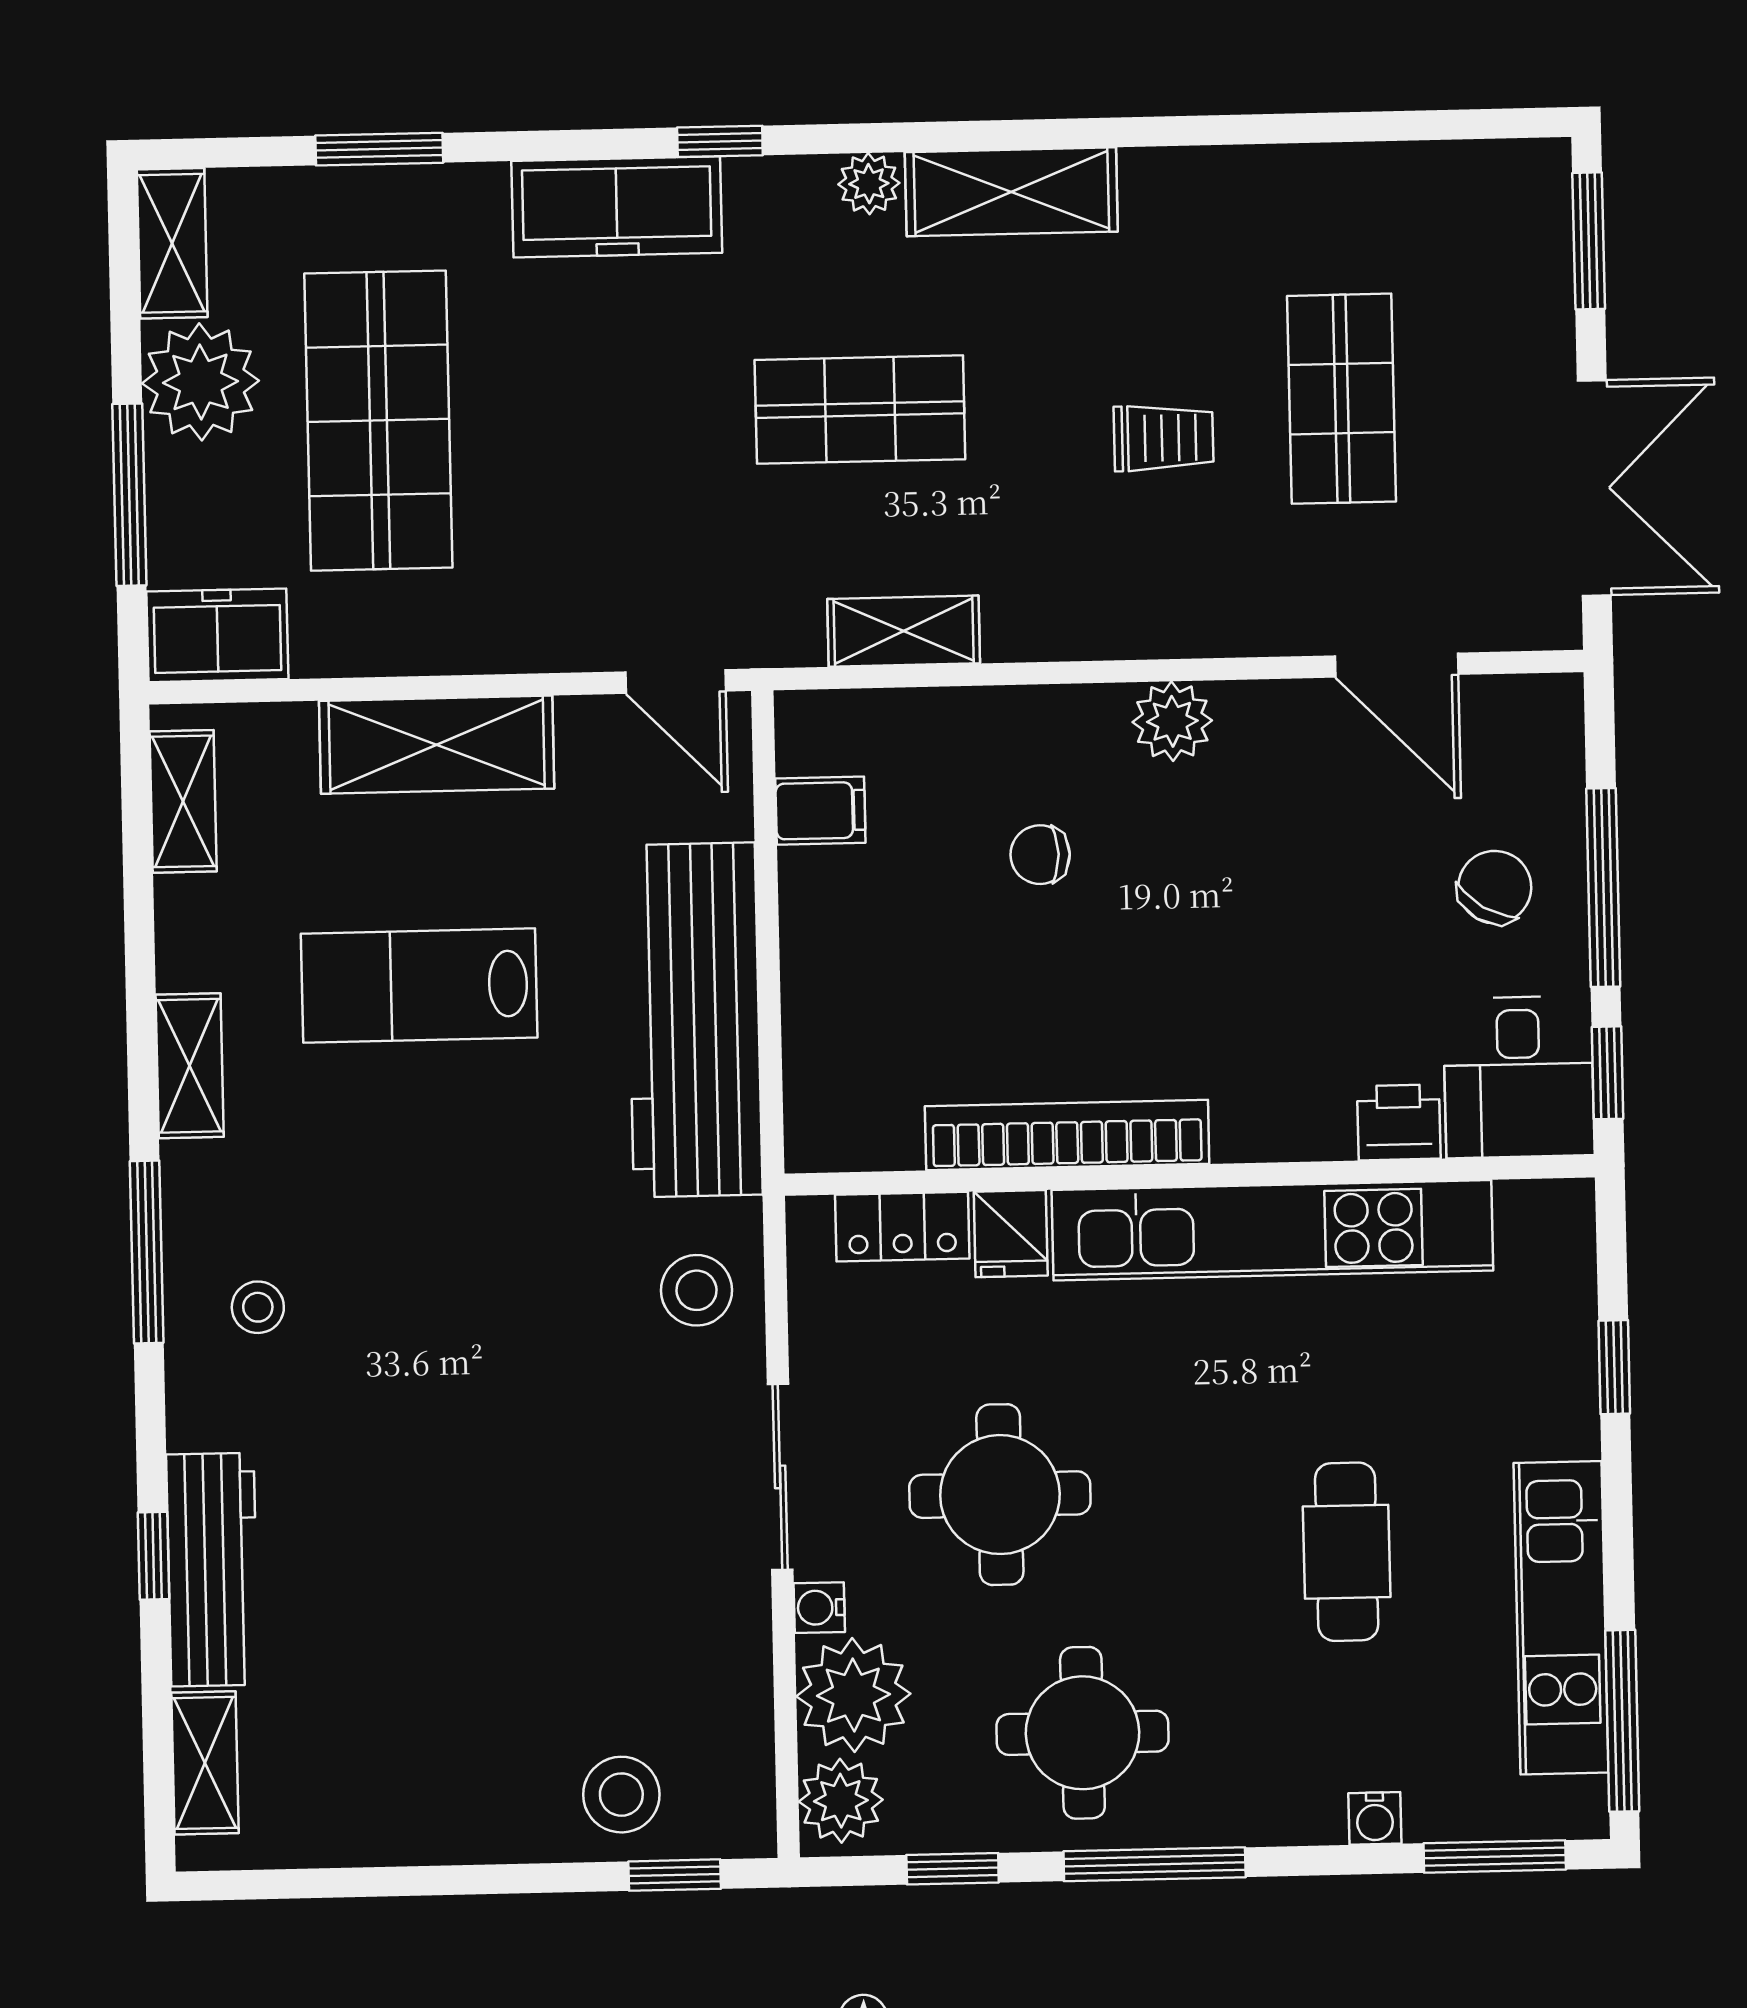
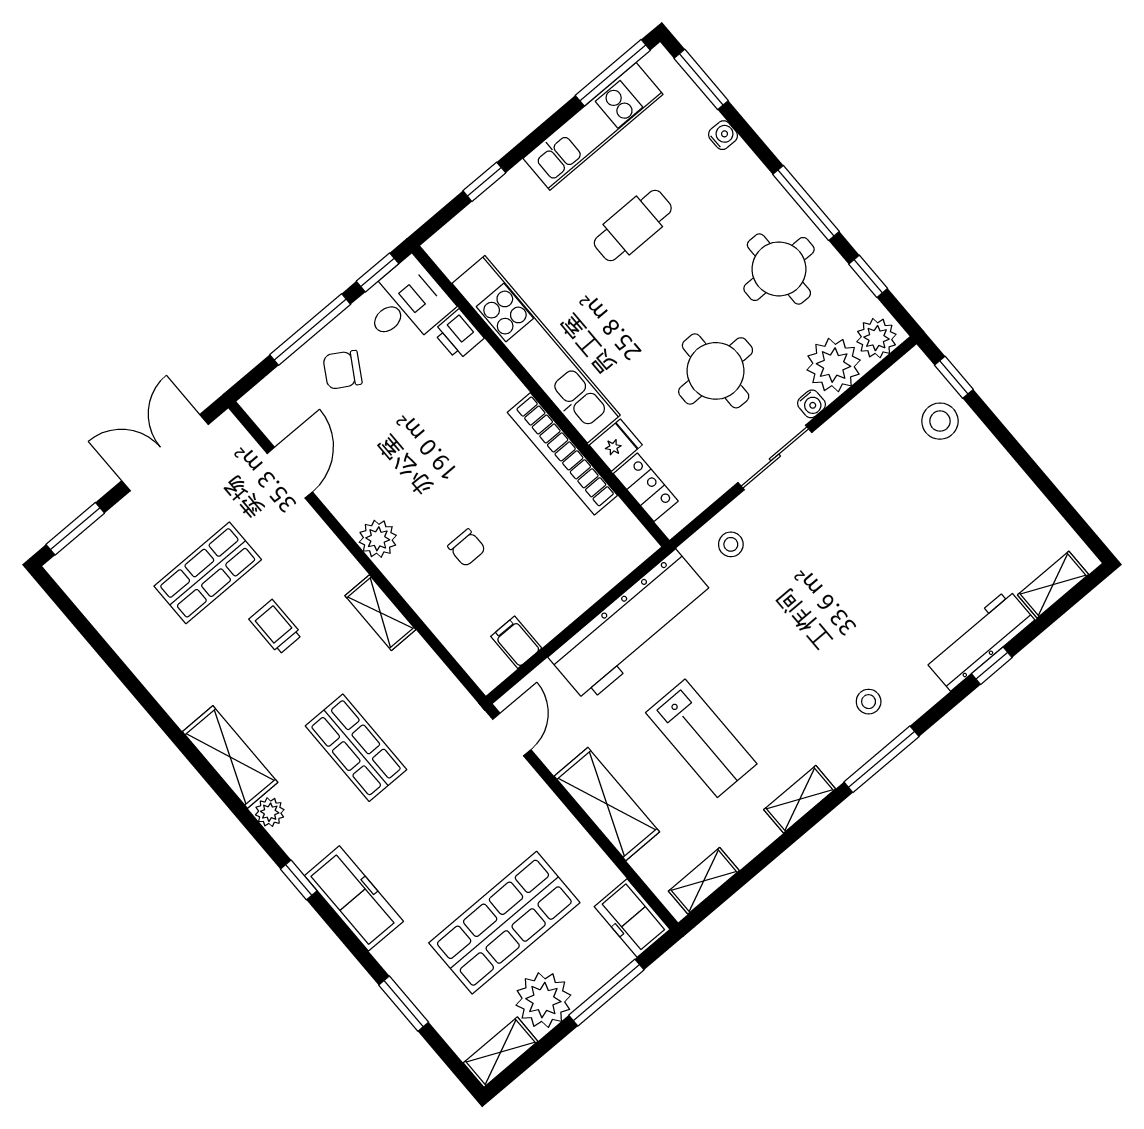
shelving: (904, 631) -> (380, 613), moved
stool: (697, 1290) -> (731, 544), width x0.73, depth x0.73

